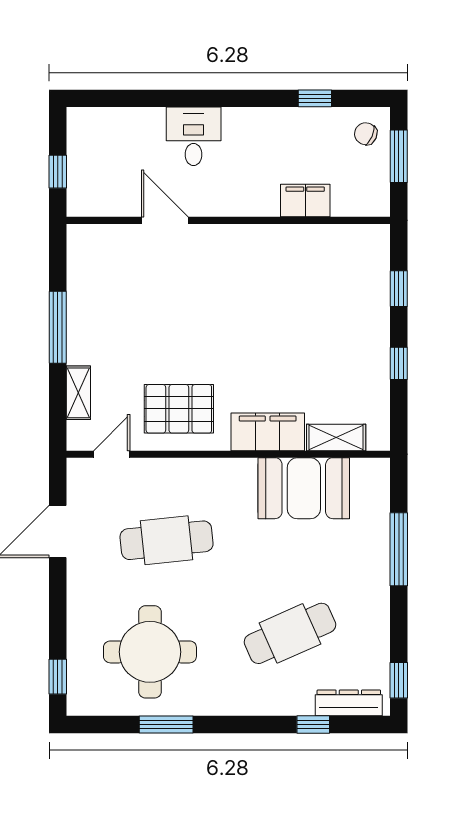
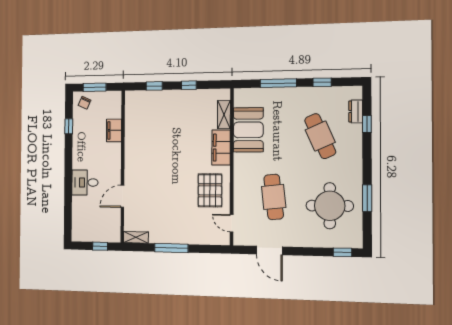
shelving: (78, 393) -> (136, 237), moved
window: (399, 680) -> (322, 82), moved
dresser: (349, 703) -> (356, 111), width x0.70

